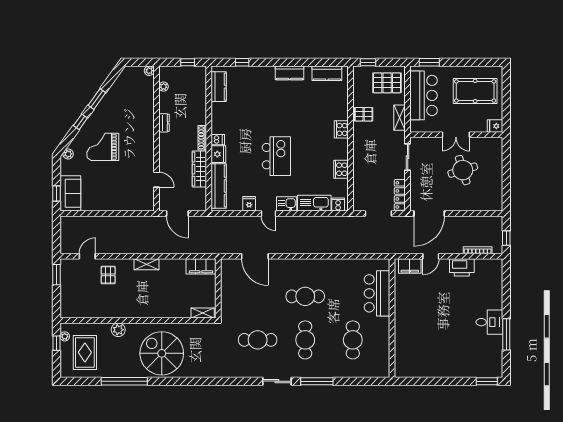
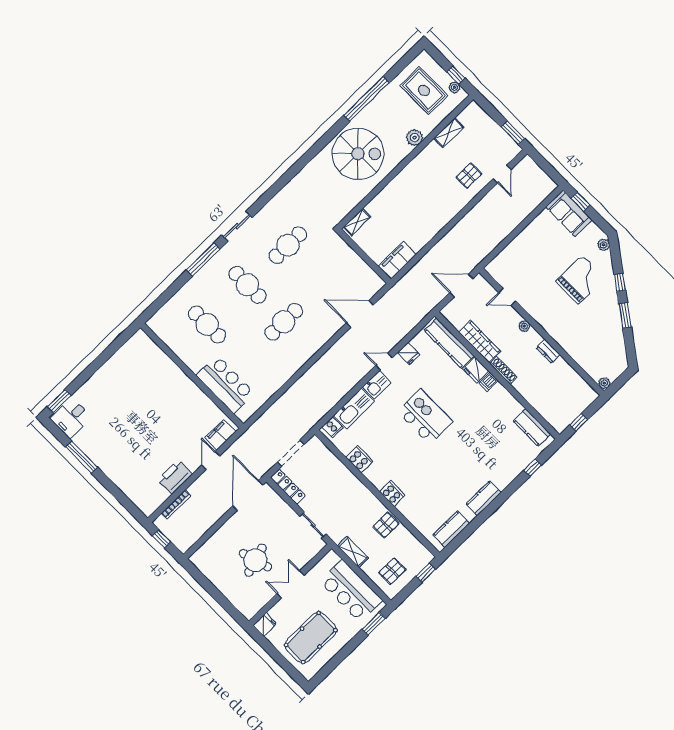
pallet: (387, 83) -> (392, 571), width x0.67, depth x0.71
plant: (164, 87) -> (524, 326), moved
kitchen island: (276, 156) -> (425, 417), turned 180
shelving: (146, 264) -> (449, 133), moved
pallet: (108, 275) -> (469, 176), turned 90
desk: (489, 322) -> (71, 418), moved

